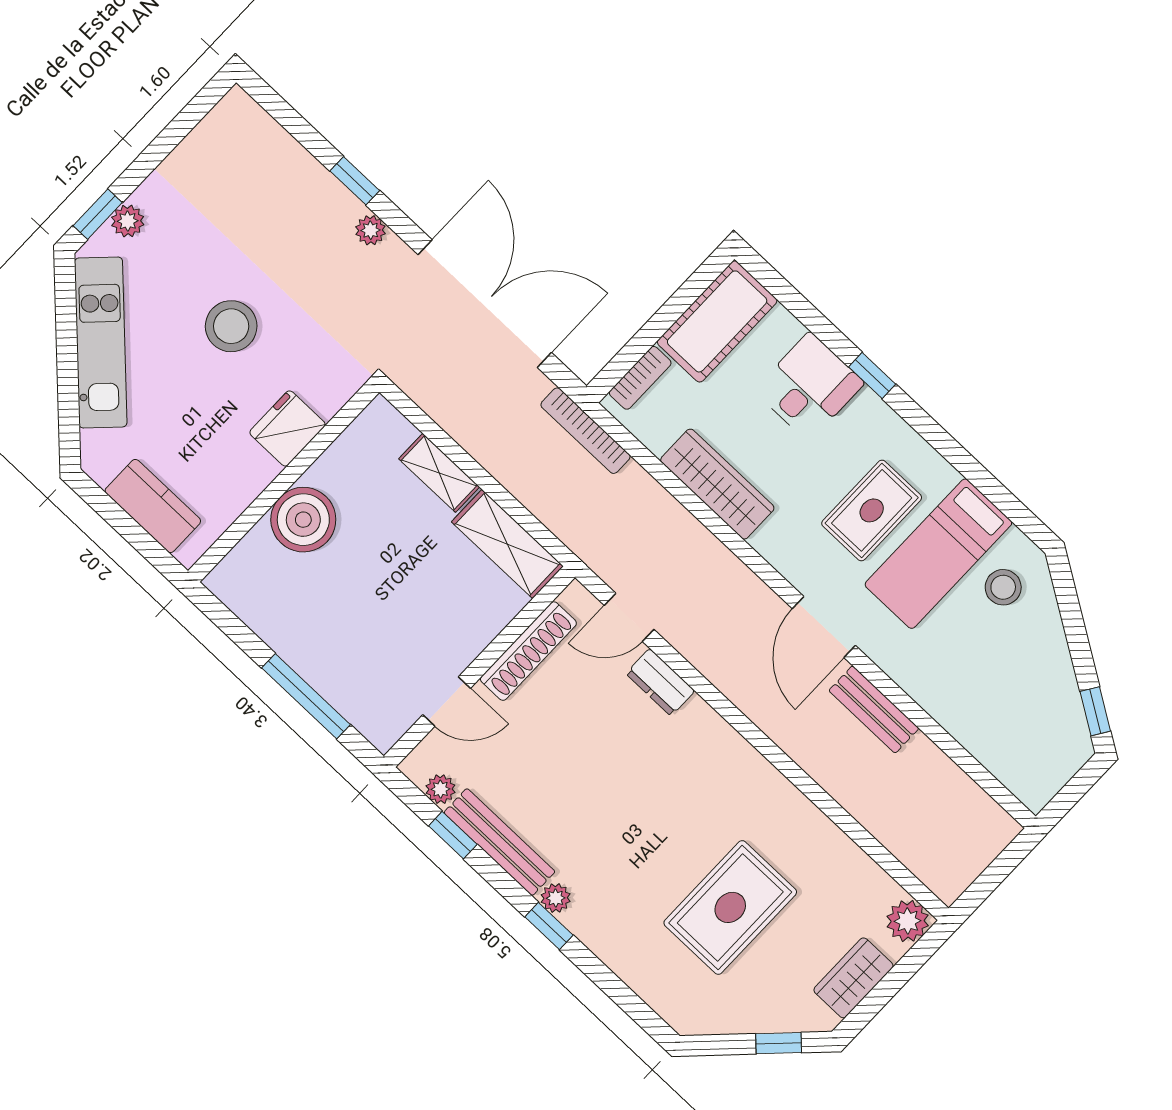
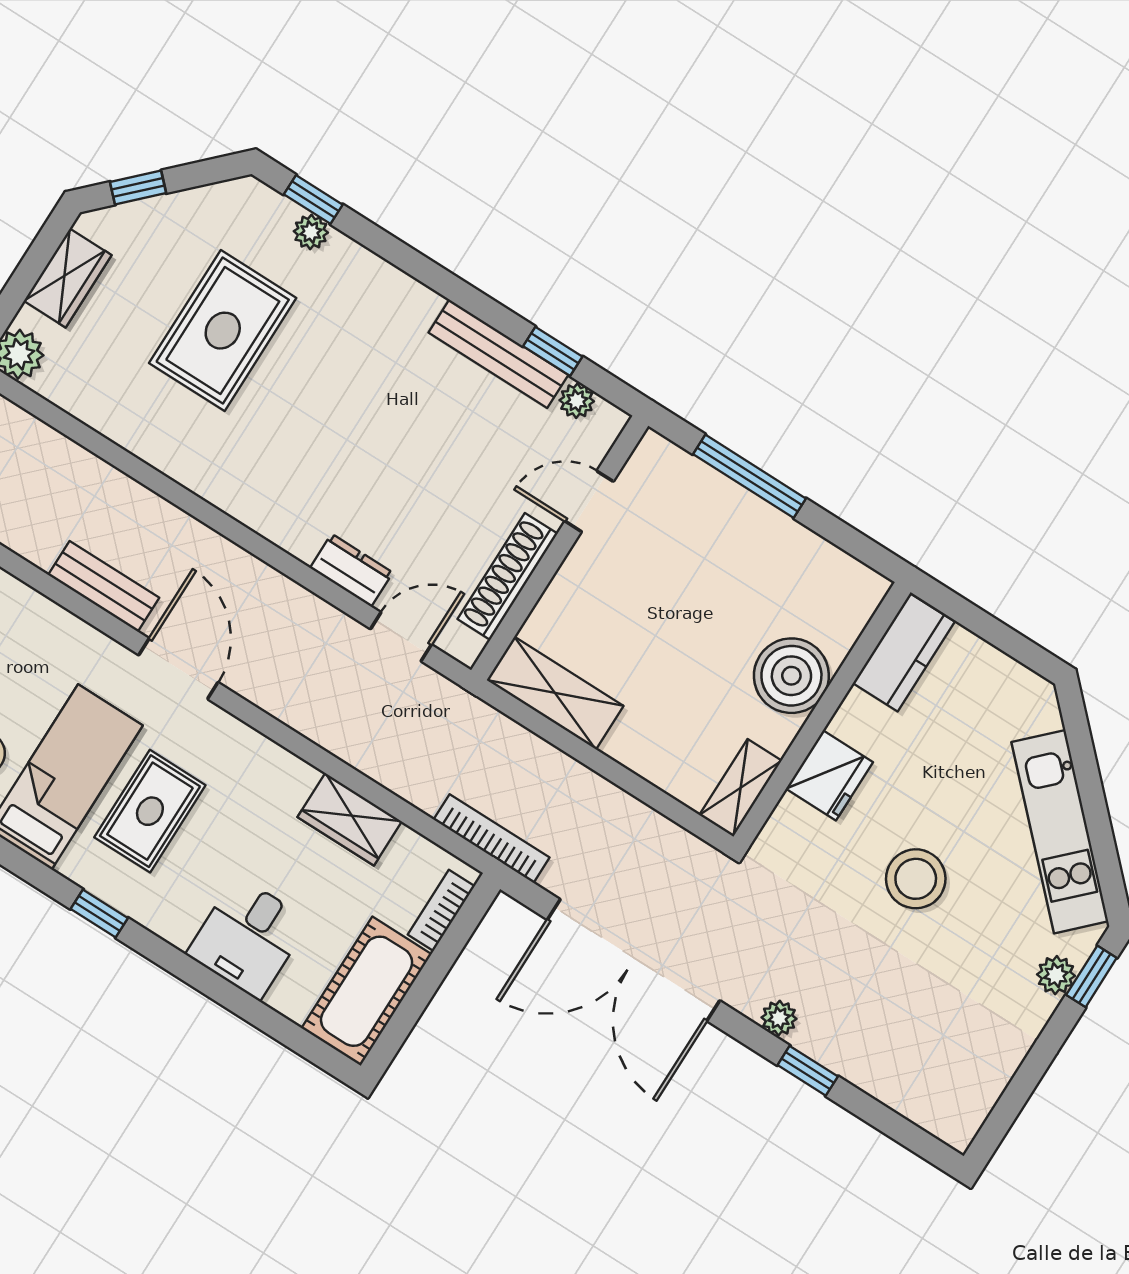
window: (872, 375) -> (99, 913), moved
shelving: (439, 473) -> (740, 788), moved, turned 90
wardrobe: (717, 484) -> (350, 819), width x0.67
kitchen counter: (153, 506) -> (904, 652), moved, turned -90
plant: (556, 898) -> (311, 232), moved
window: (549, 926) -> (313, 199), moved

